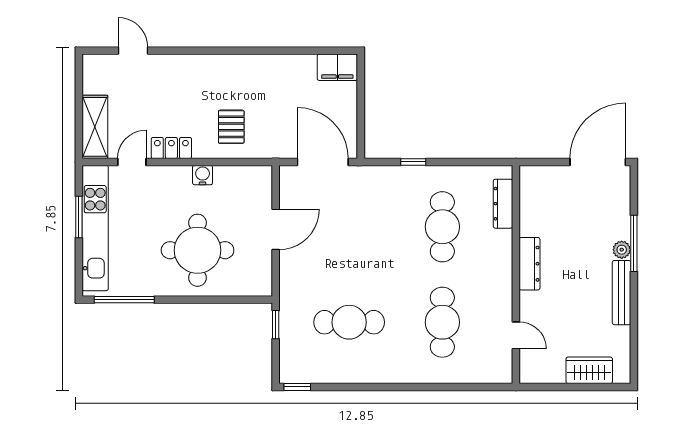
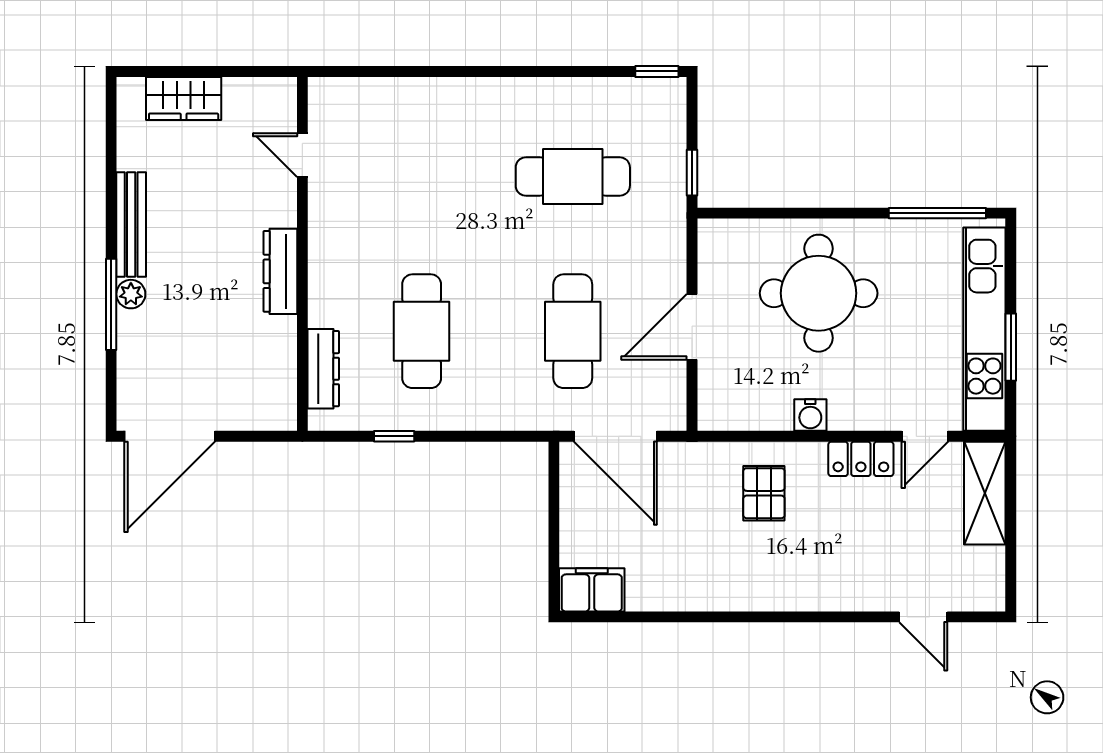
window: (413, 162) -> (394, 436), moved
cafe table: (442, 322) -> (573, 331), moved

